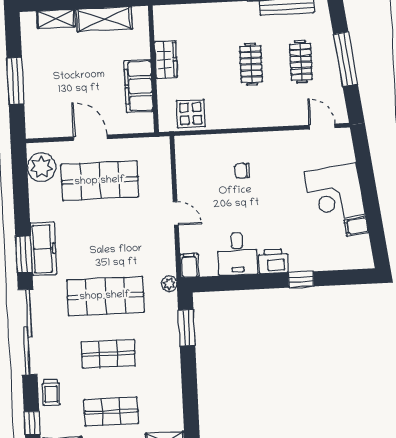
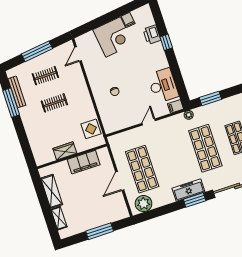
desk: (237, 254) -> (163, 85), width x1.37
printer: (273, 261) -> (152, 35), moved

